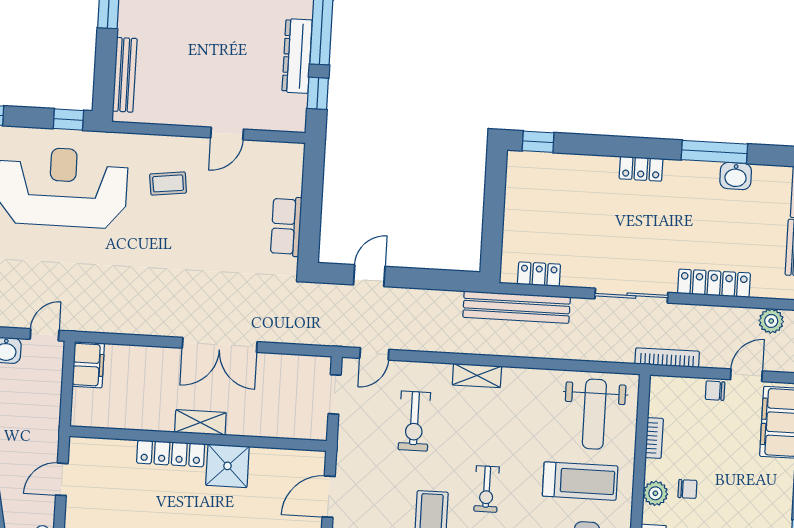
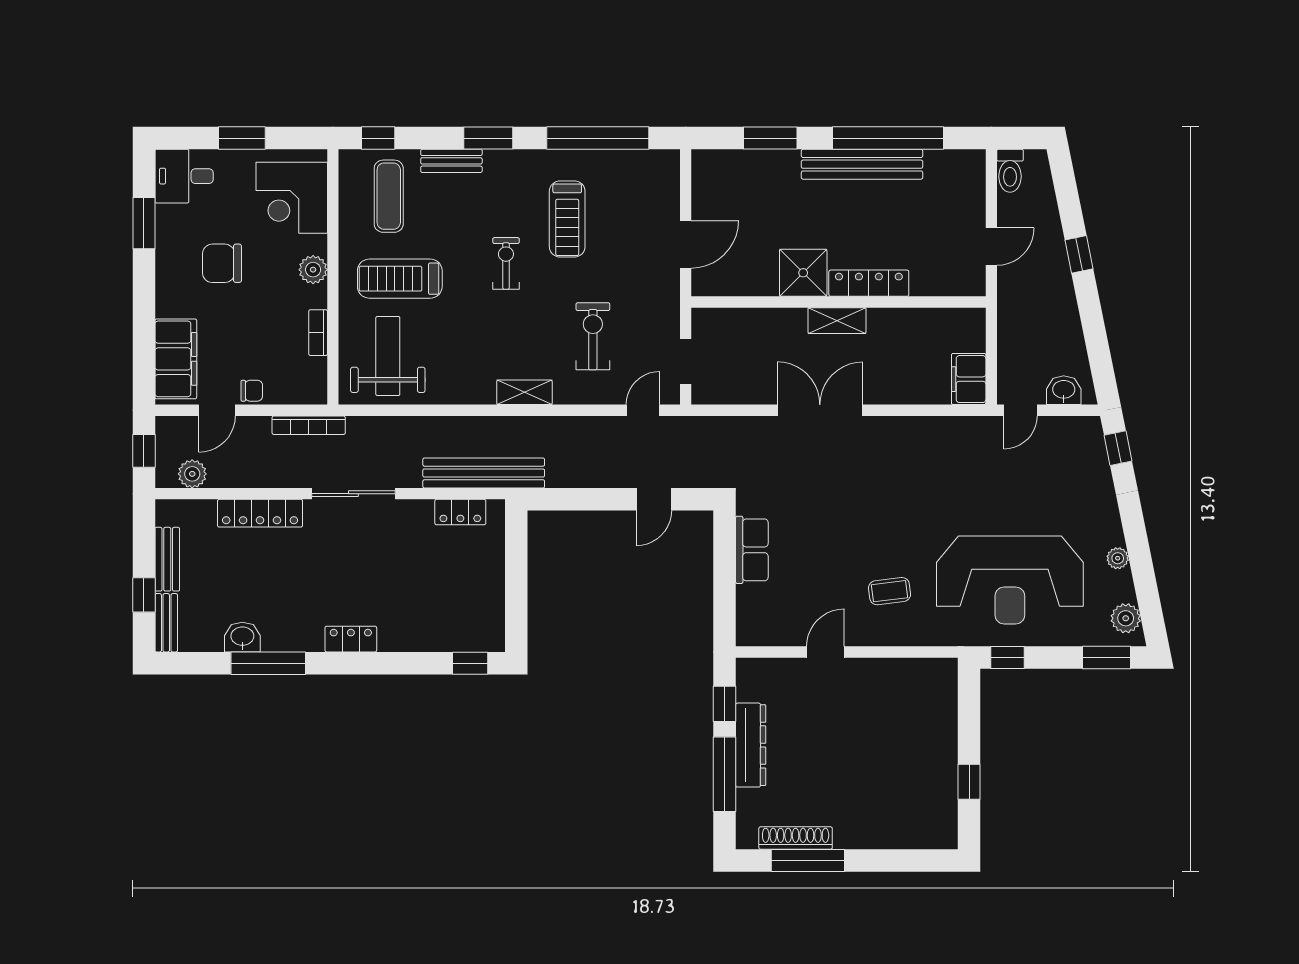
bench: (125, 75) -> (946, 712), removed
chair: (687, 489) -> (222, 263), moved, width x1.87, depth x1.87

